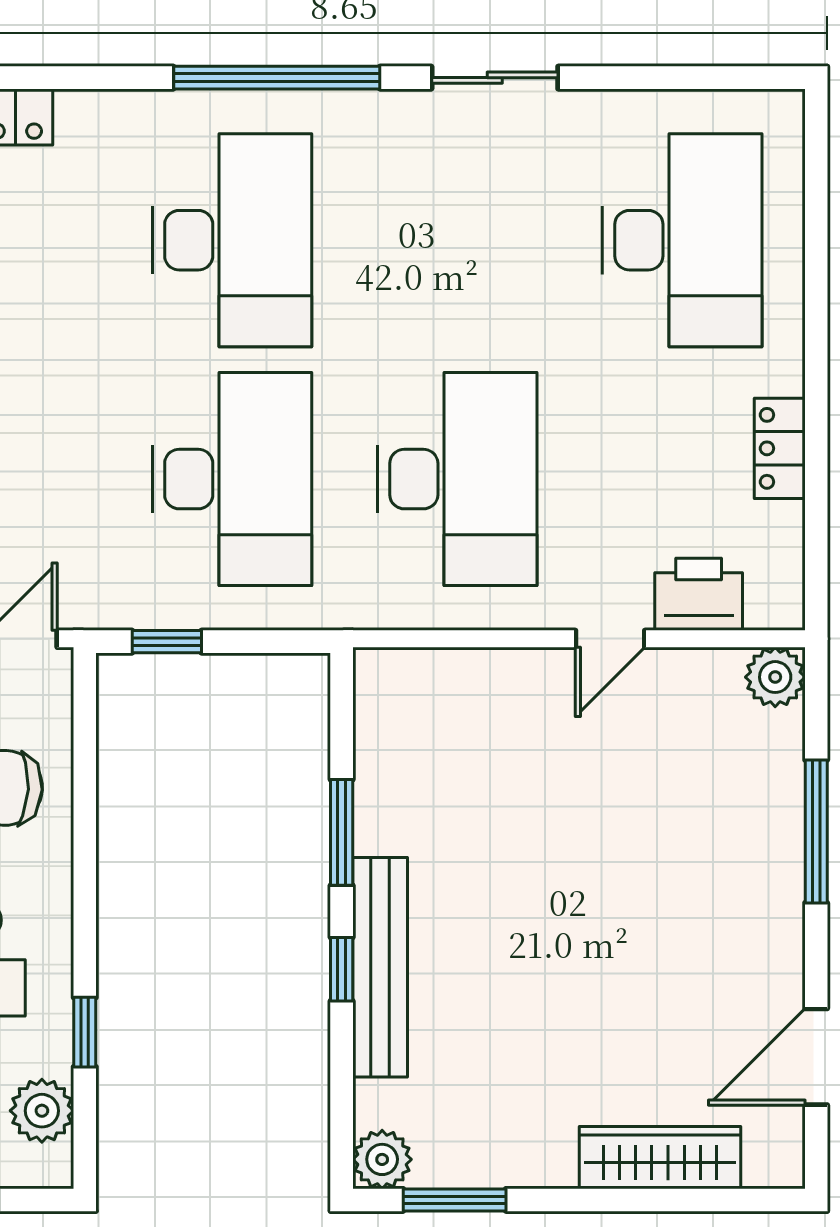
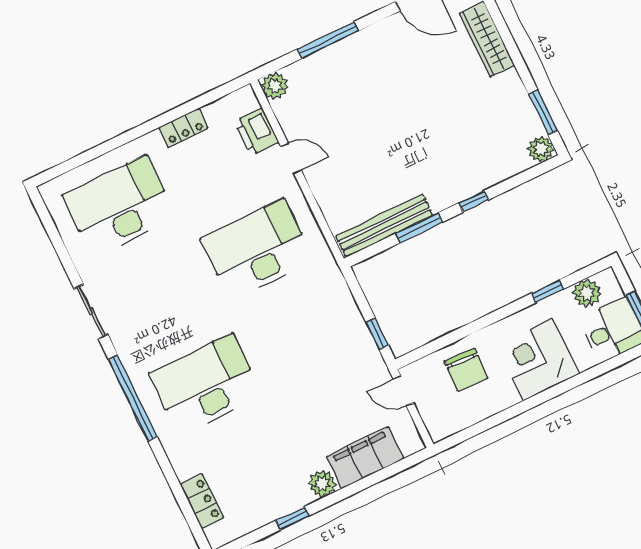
desk: (232, 479) -> (300, 339), removed
bench: (380, 967) -> (384, 226), moved

